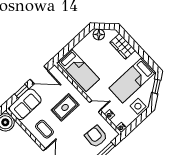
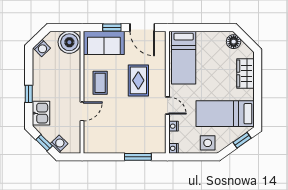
rug: (65, 107) -> (138, 80), turned 90
armchair: (96, 137) -> (142, 135), removed

